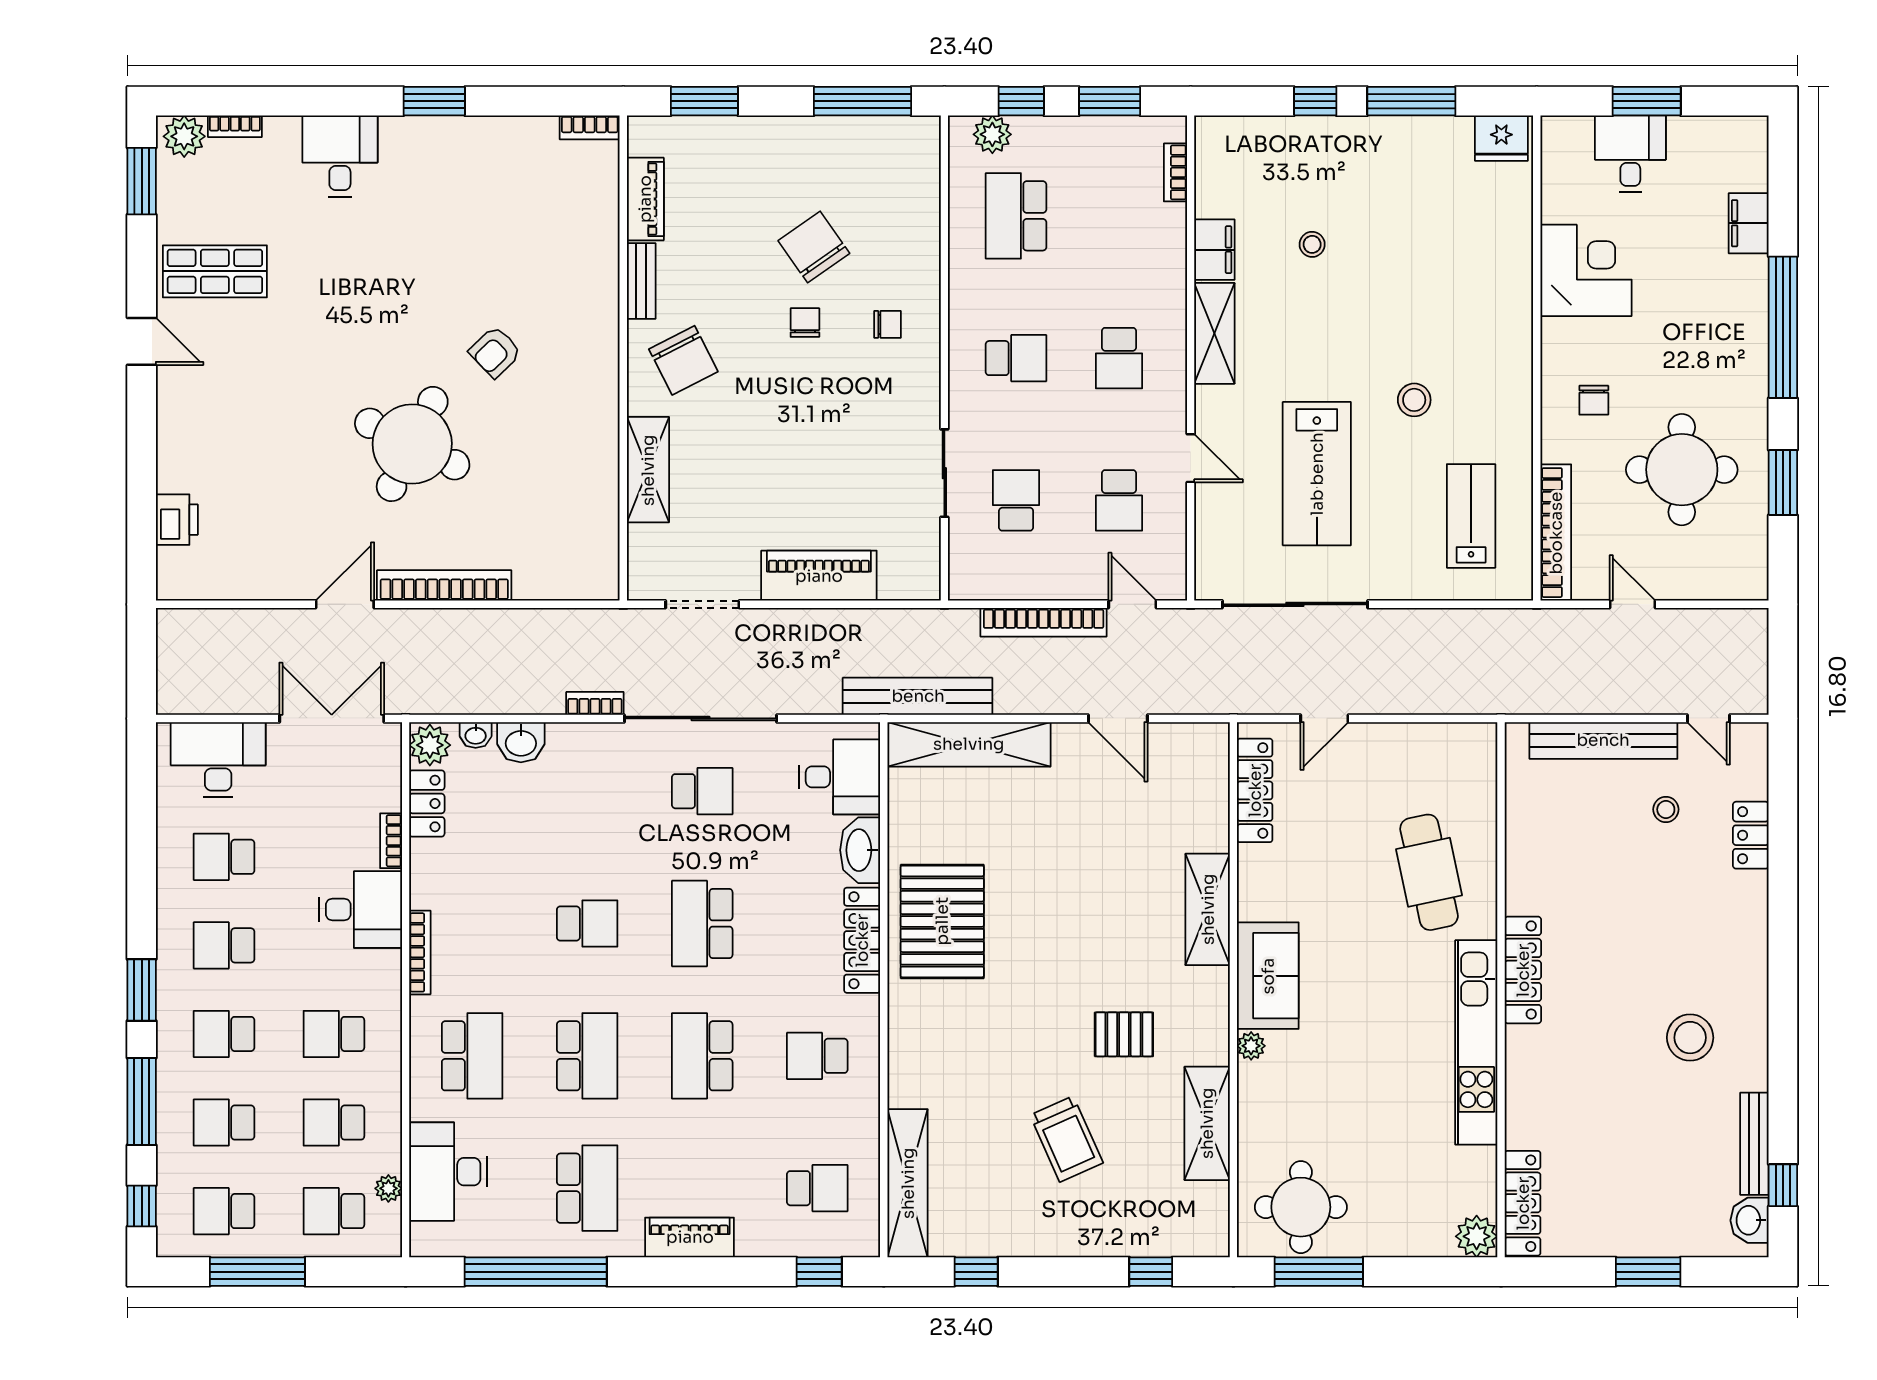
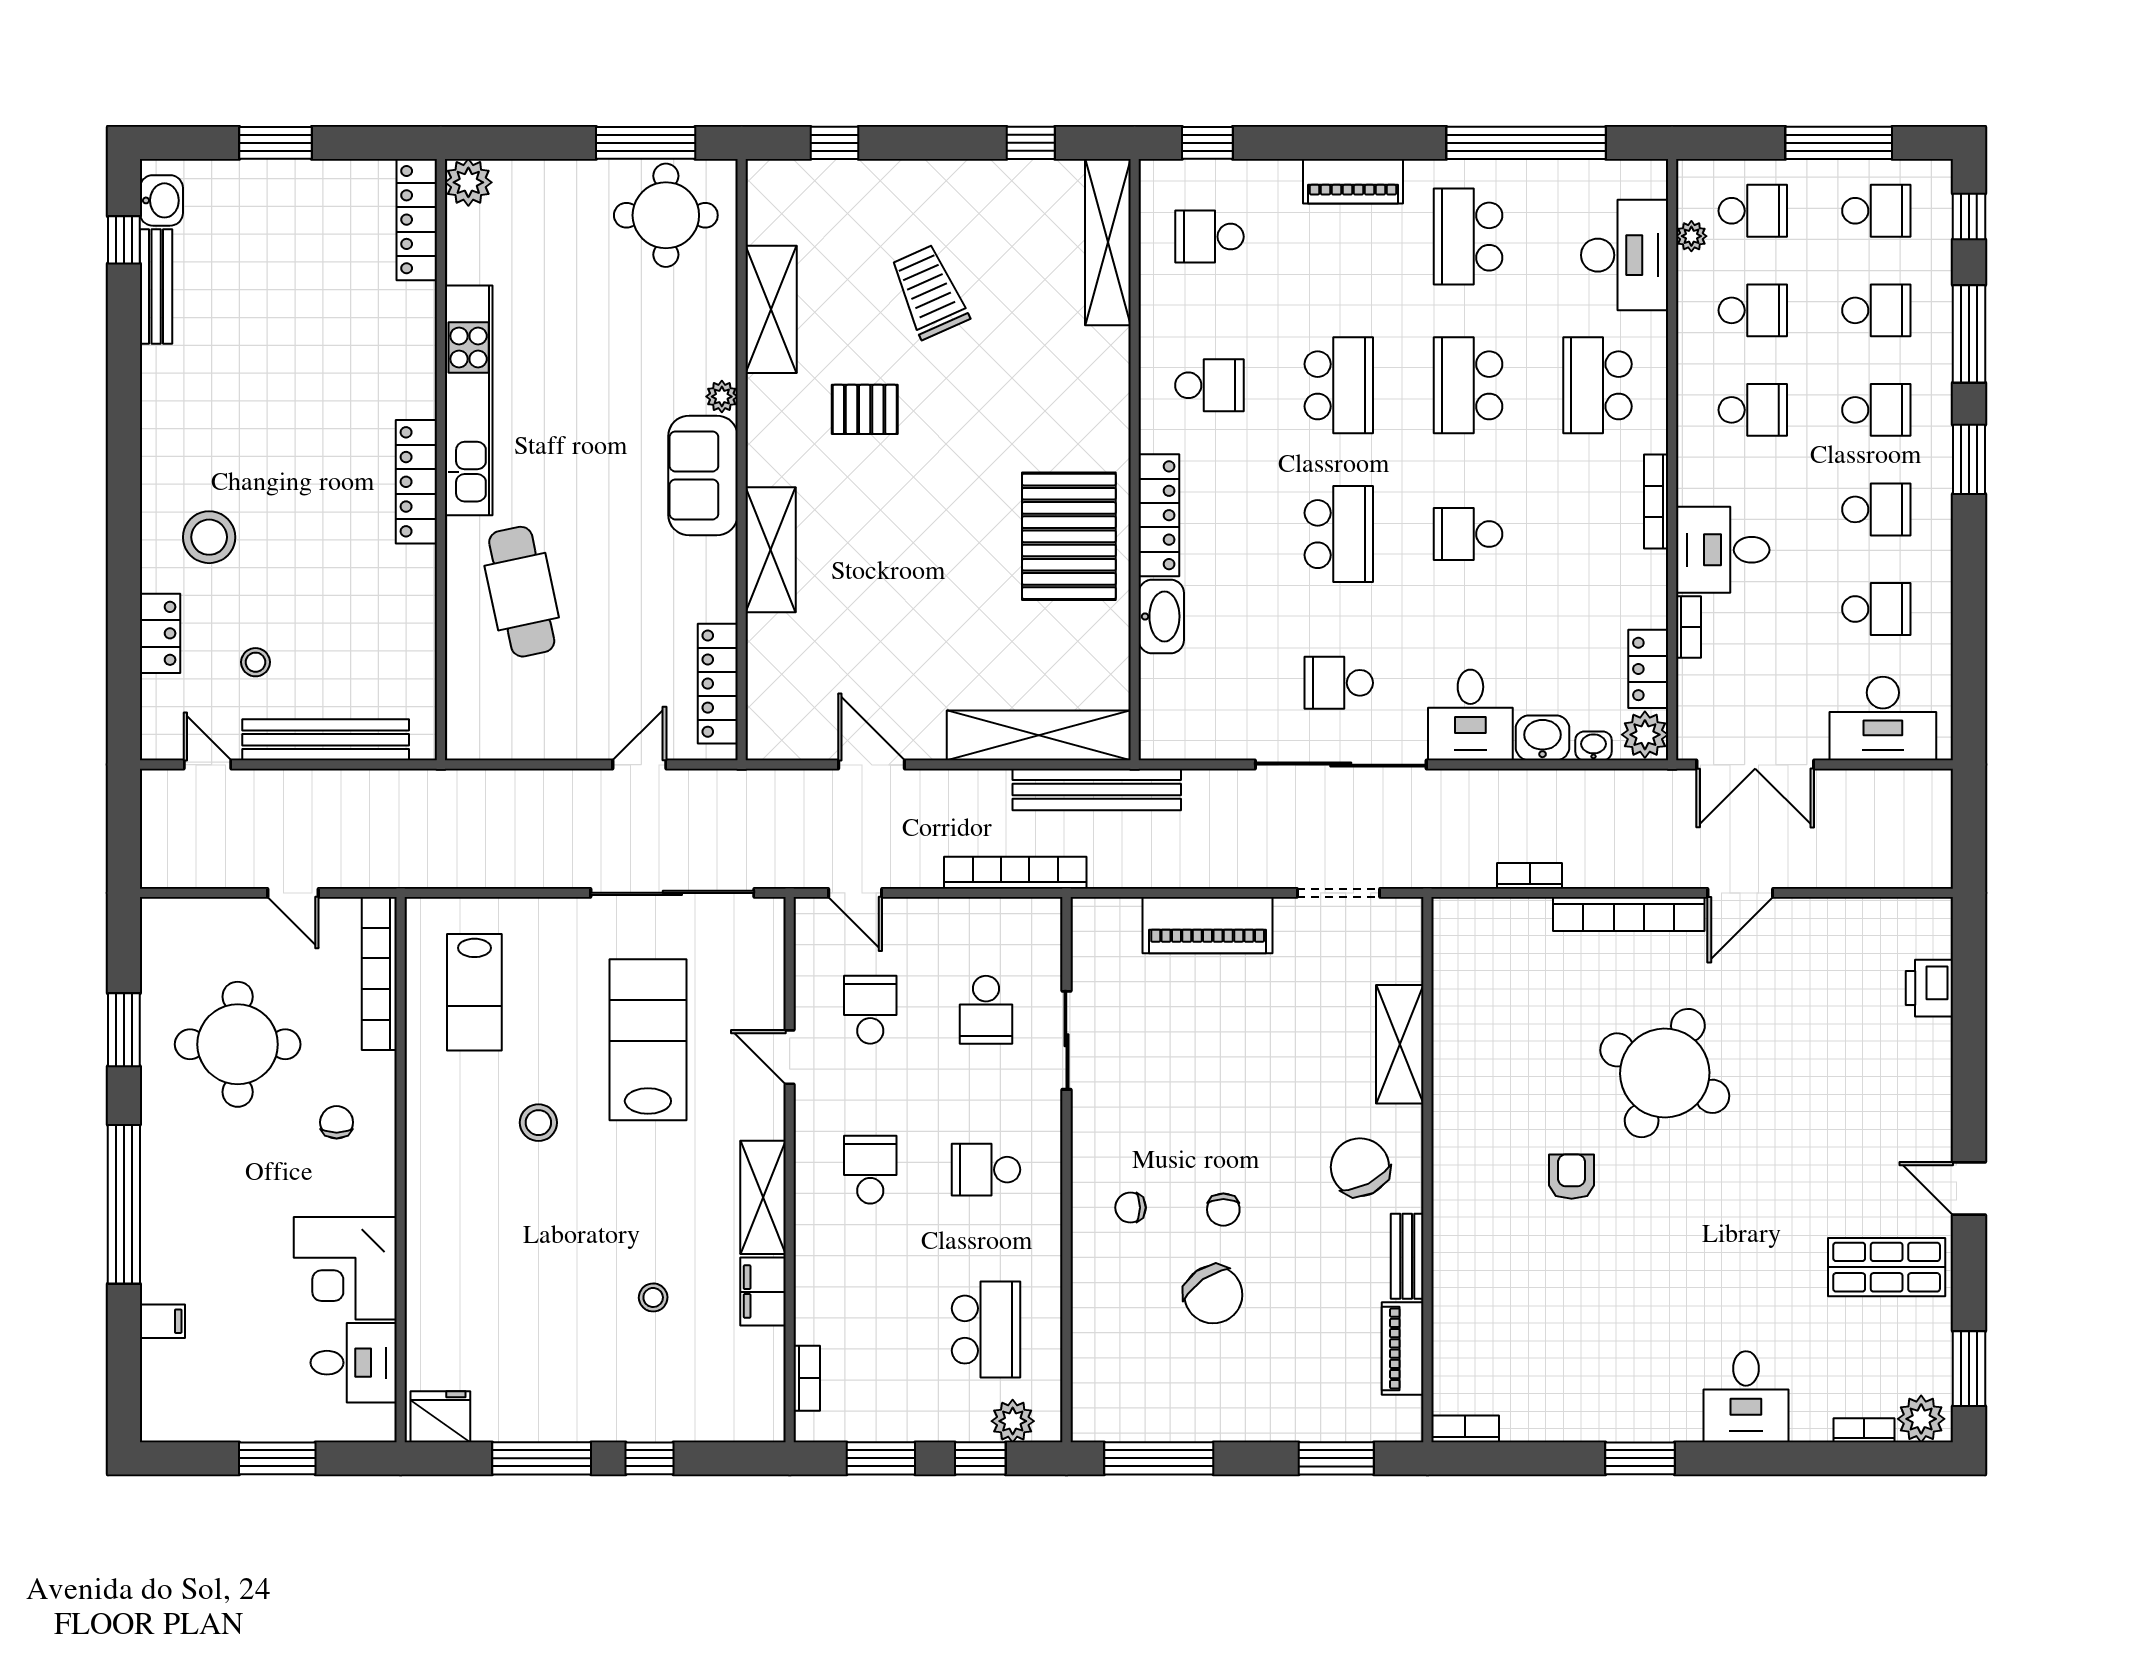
desk: (1630, 154) -> (354, 1363), moved, turned -90
filing cabinet: (1749, 223) -> (162, 1321), width x0.50
armchair: (495, 352) -> (1572, 1177), turned -46
bookcase: (1044, 622) -> (1015, 873), moved
bookcase: (595, 703) -> (1530, 876), moved, turned 180
desk: (840, 777) -> (1470, 715), moved, turned -90
stool: (1690, 1038) -> (209, 537), moved

